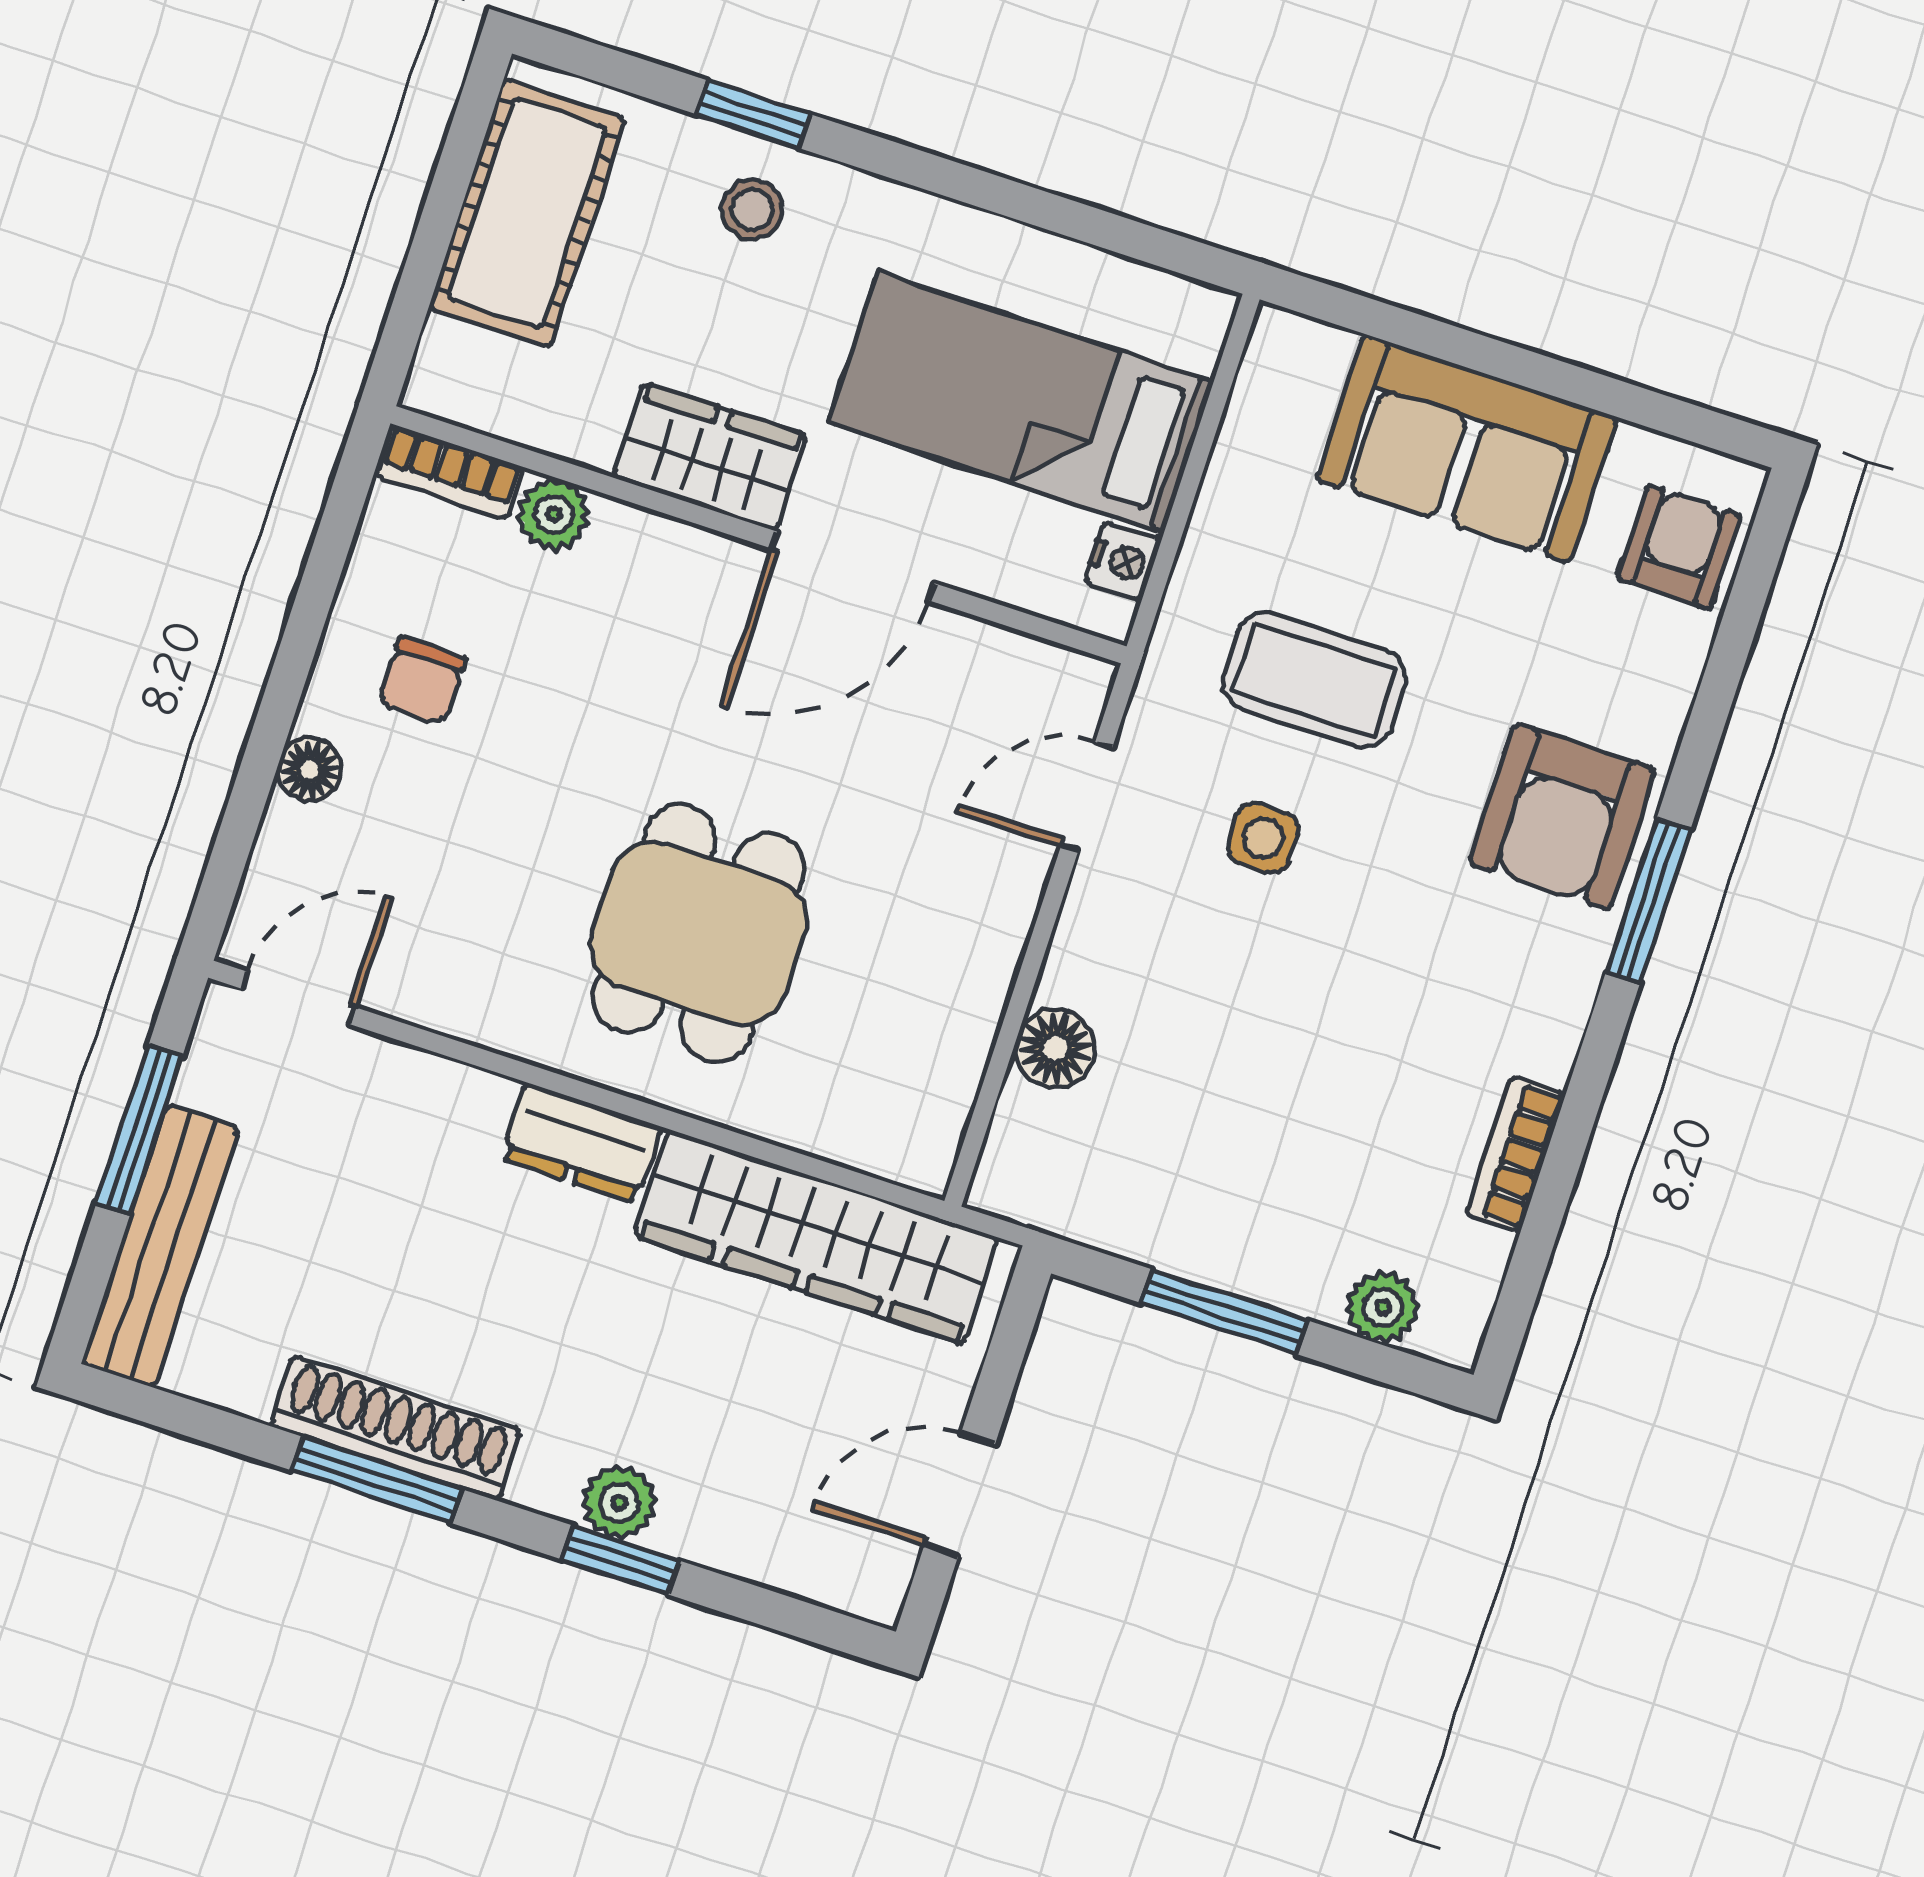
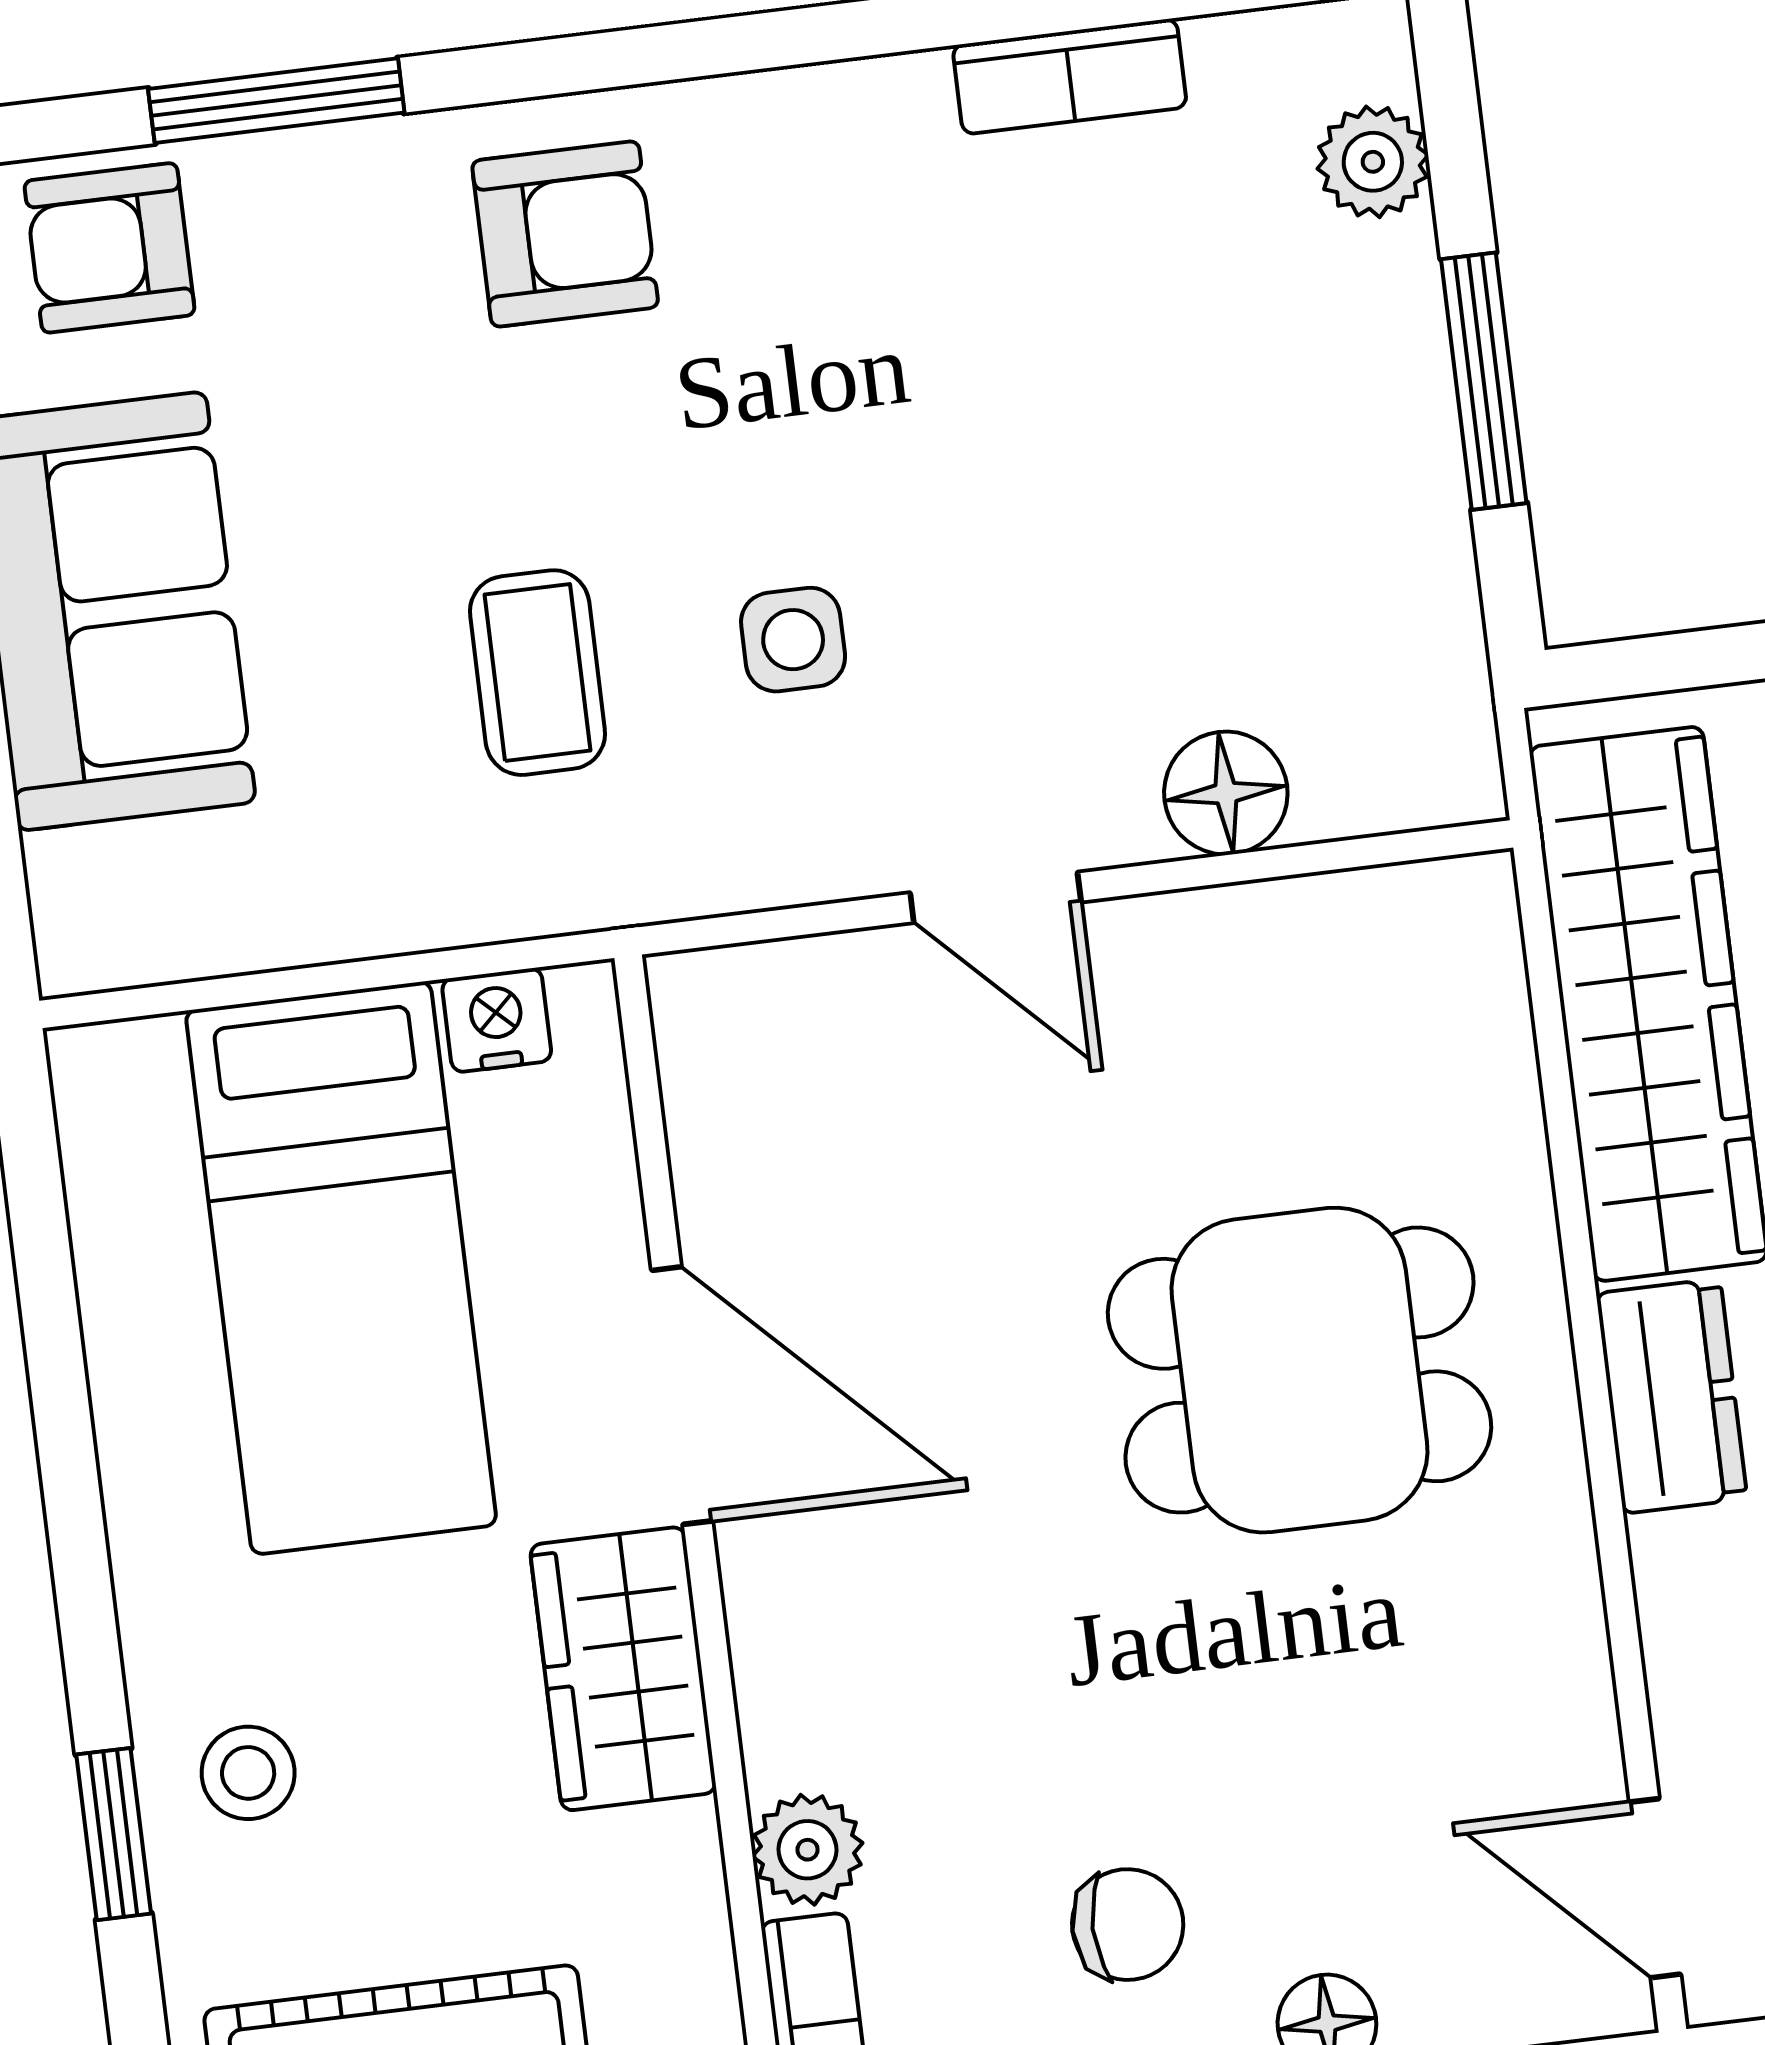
coffee table: (1314, 680) -> (538, 673), width x0.73, depth x0.77
door: (1087, 797) -> (996, 897), moved
armchair: (1562, 816) -> (565, 234), width x0.72, depth x0.72
window: (1648, 901) -> (276, 101), moved

